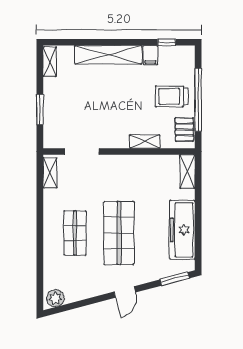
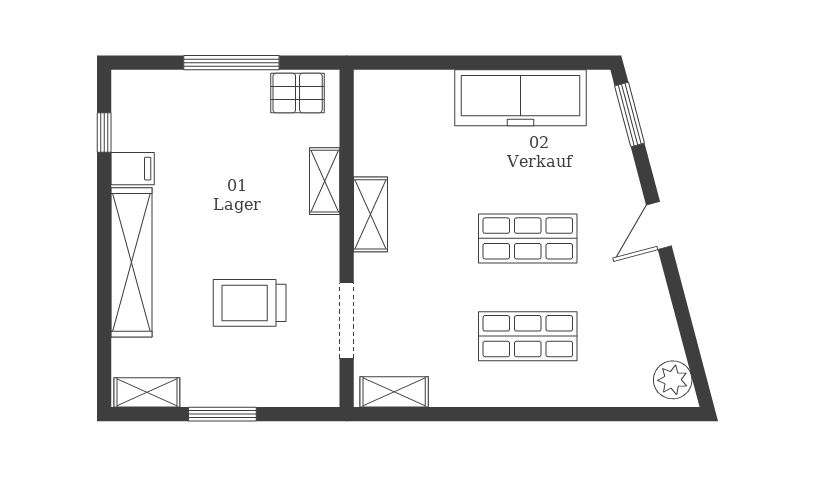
trolley: (172, 96) -> (250, 303), moved, turned 90
window: (198, 100) -> (231, 63), width x0.68
window: (40, 110) -> (222, 414), moved
shelving: (187, 172) -> (371, 214), moved, turned 90
shop shelf: (119, 233) -> (528, 238), width x0.70, depth x0.74
door: (125, 292) -> (659, 226), swing flipped

